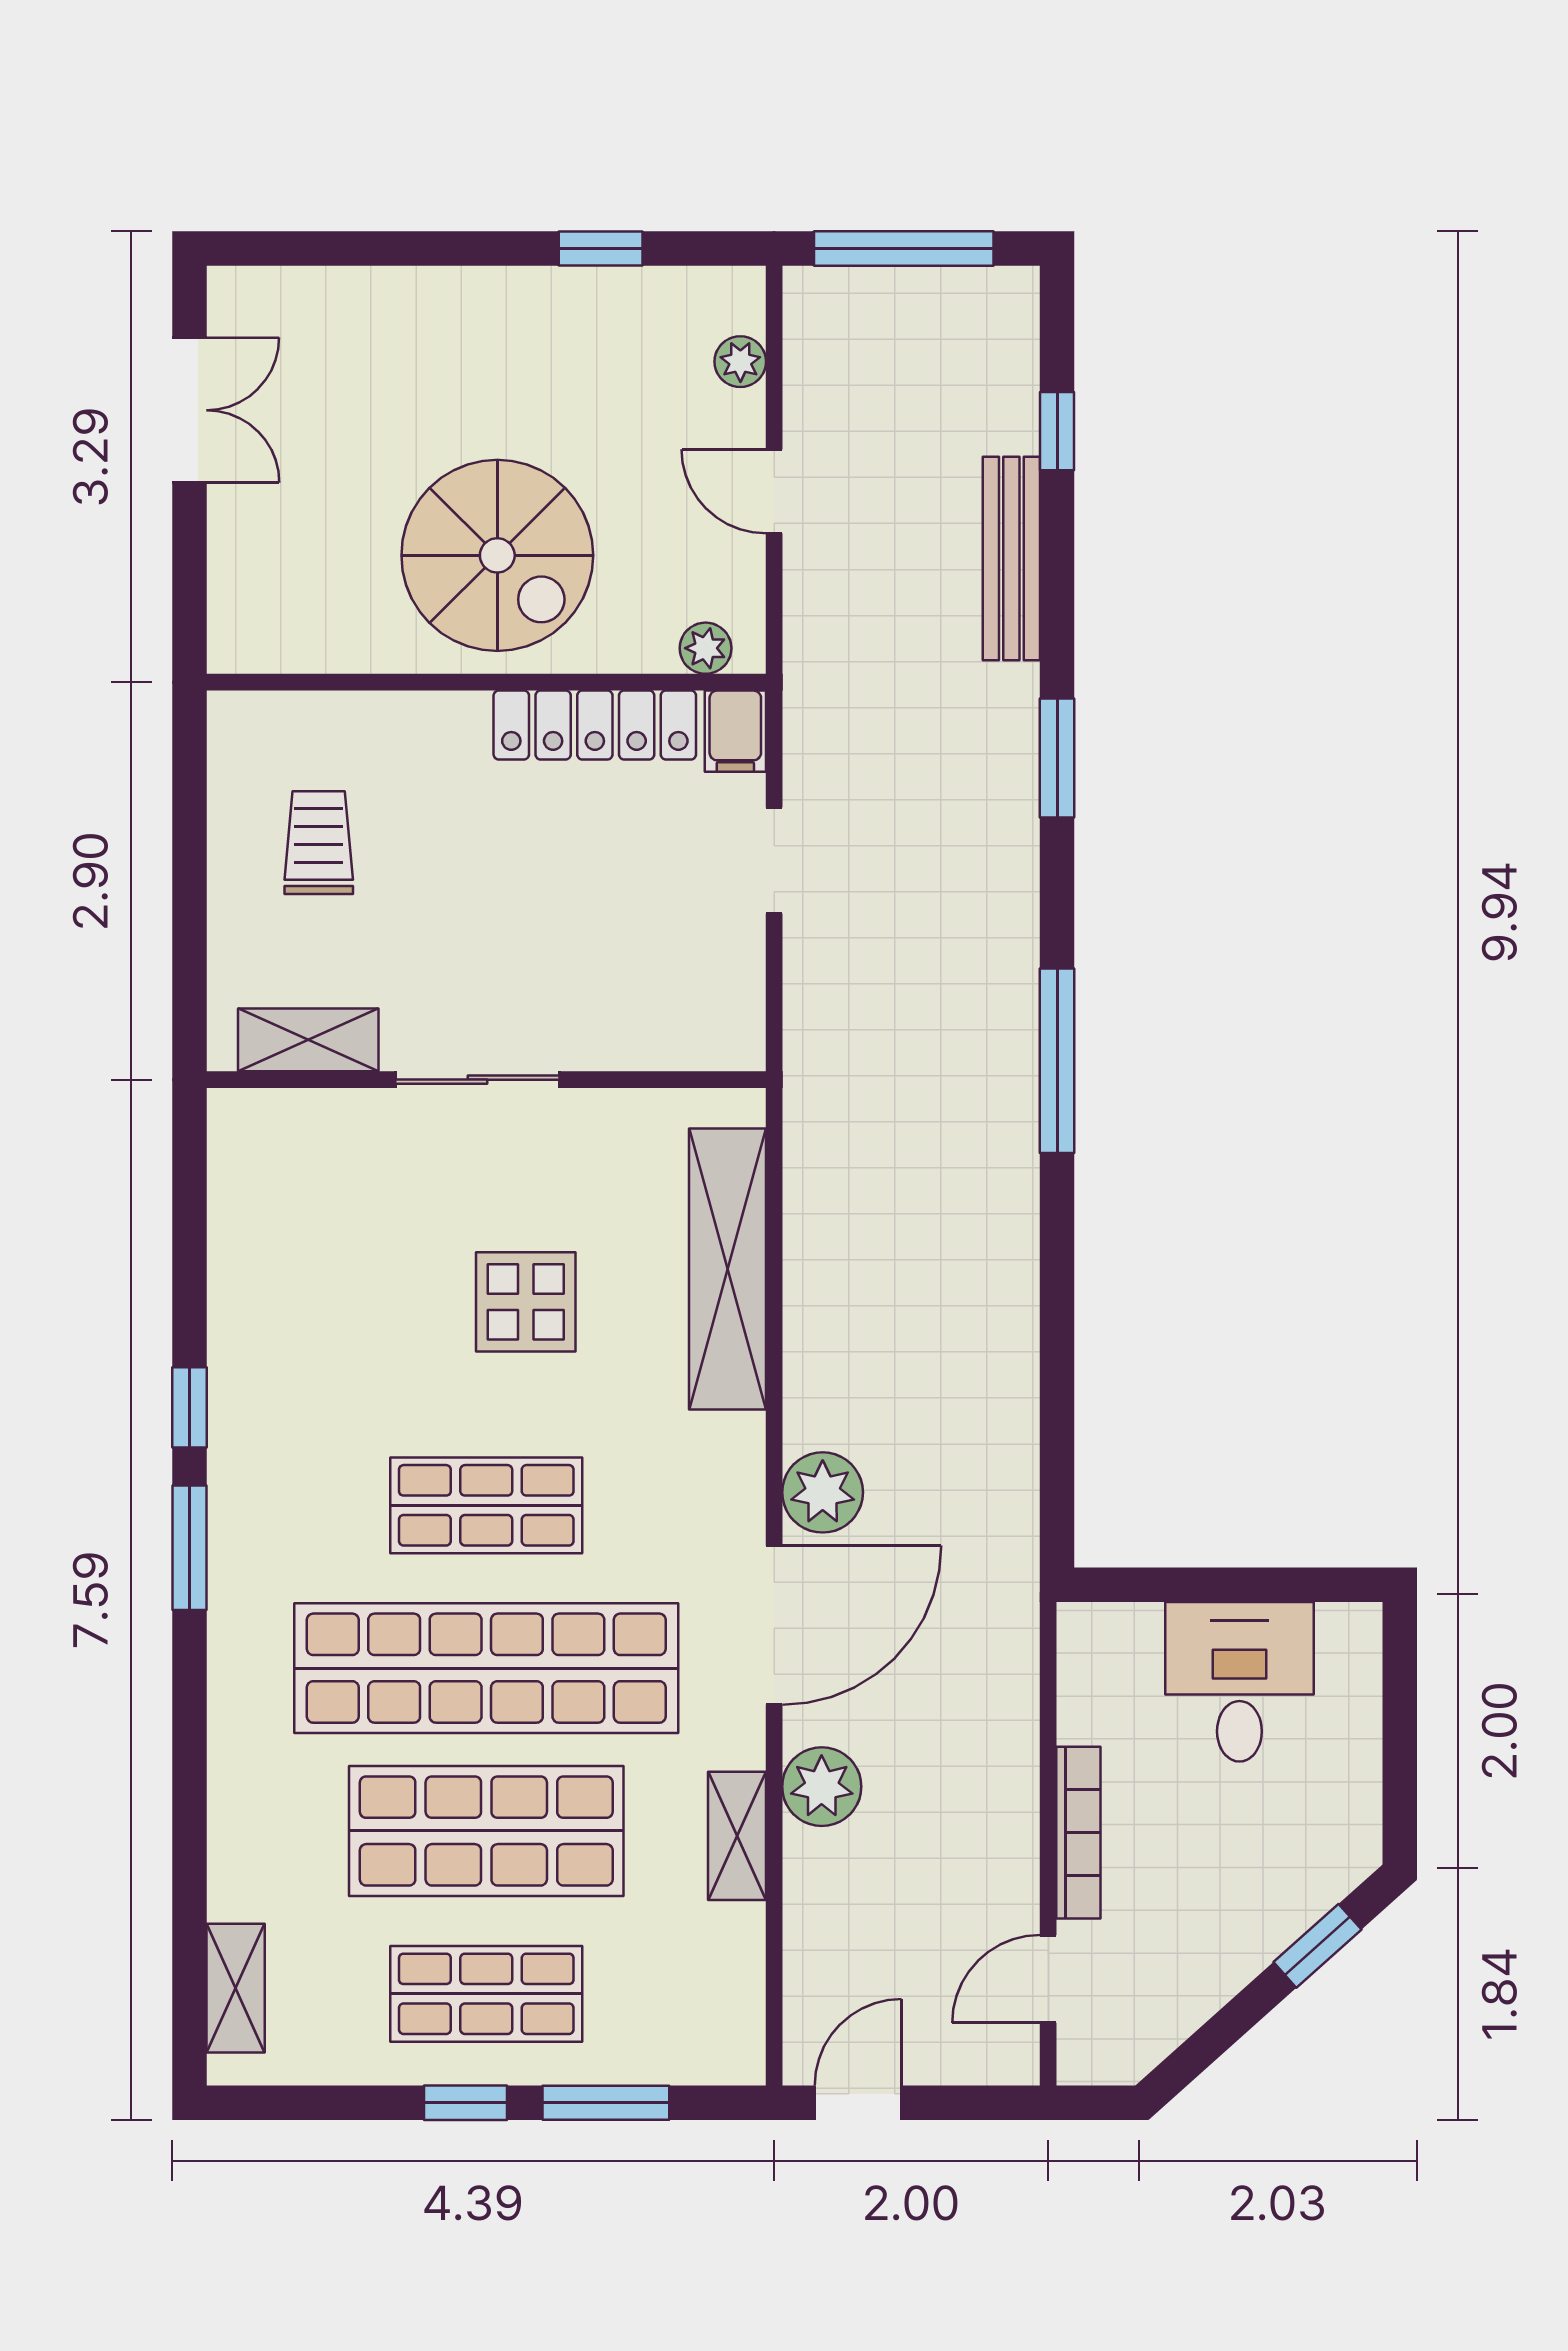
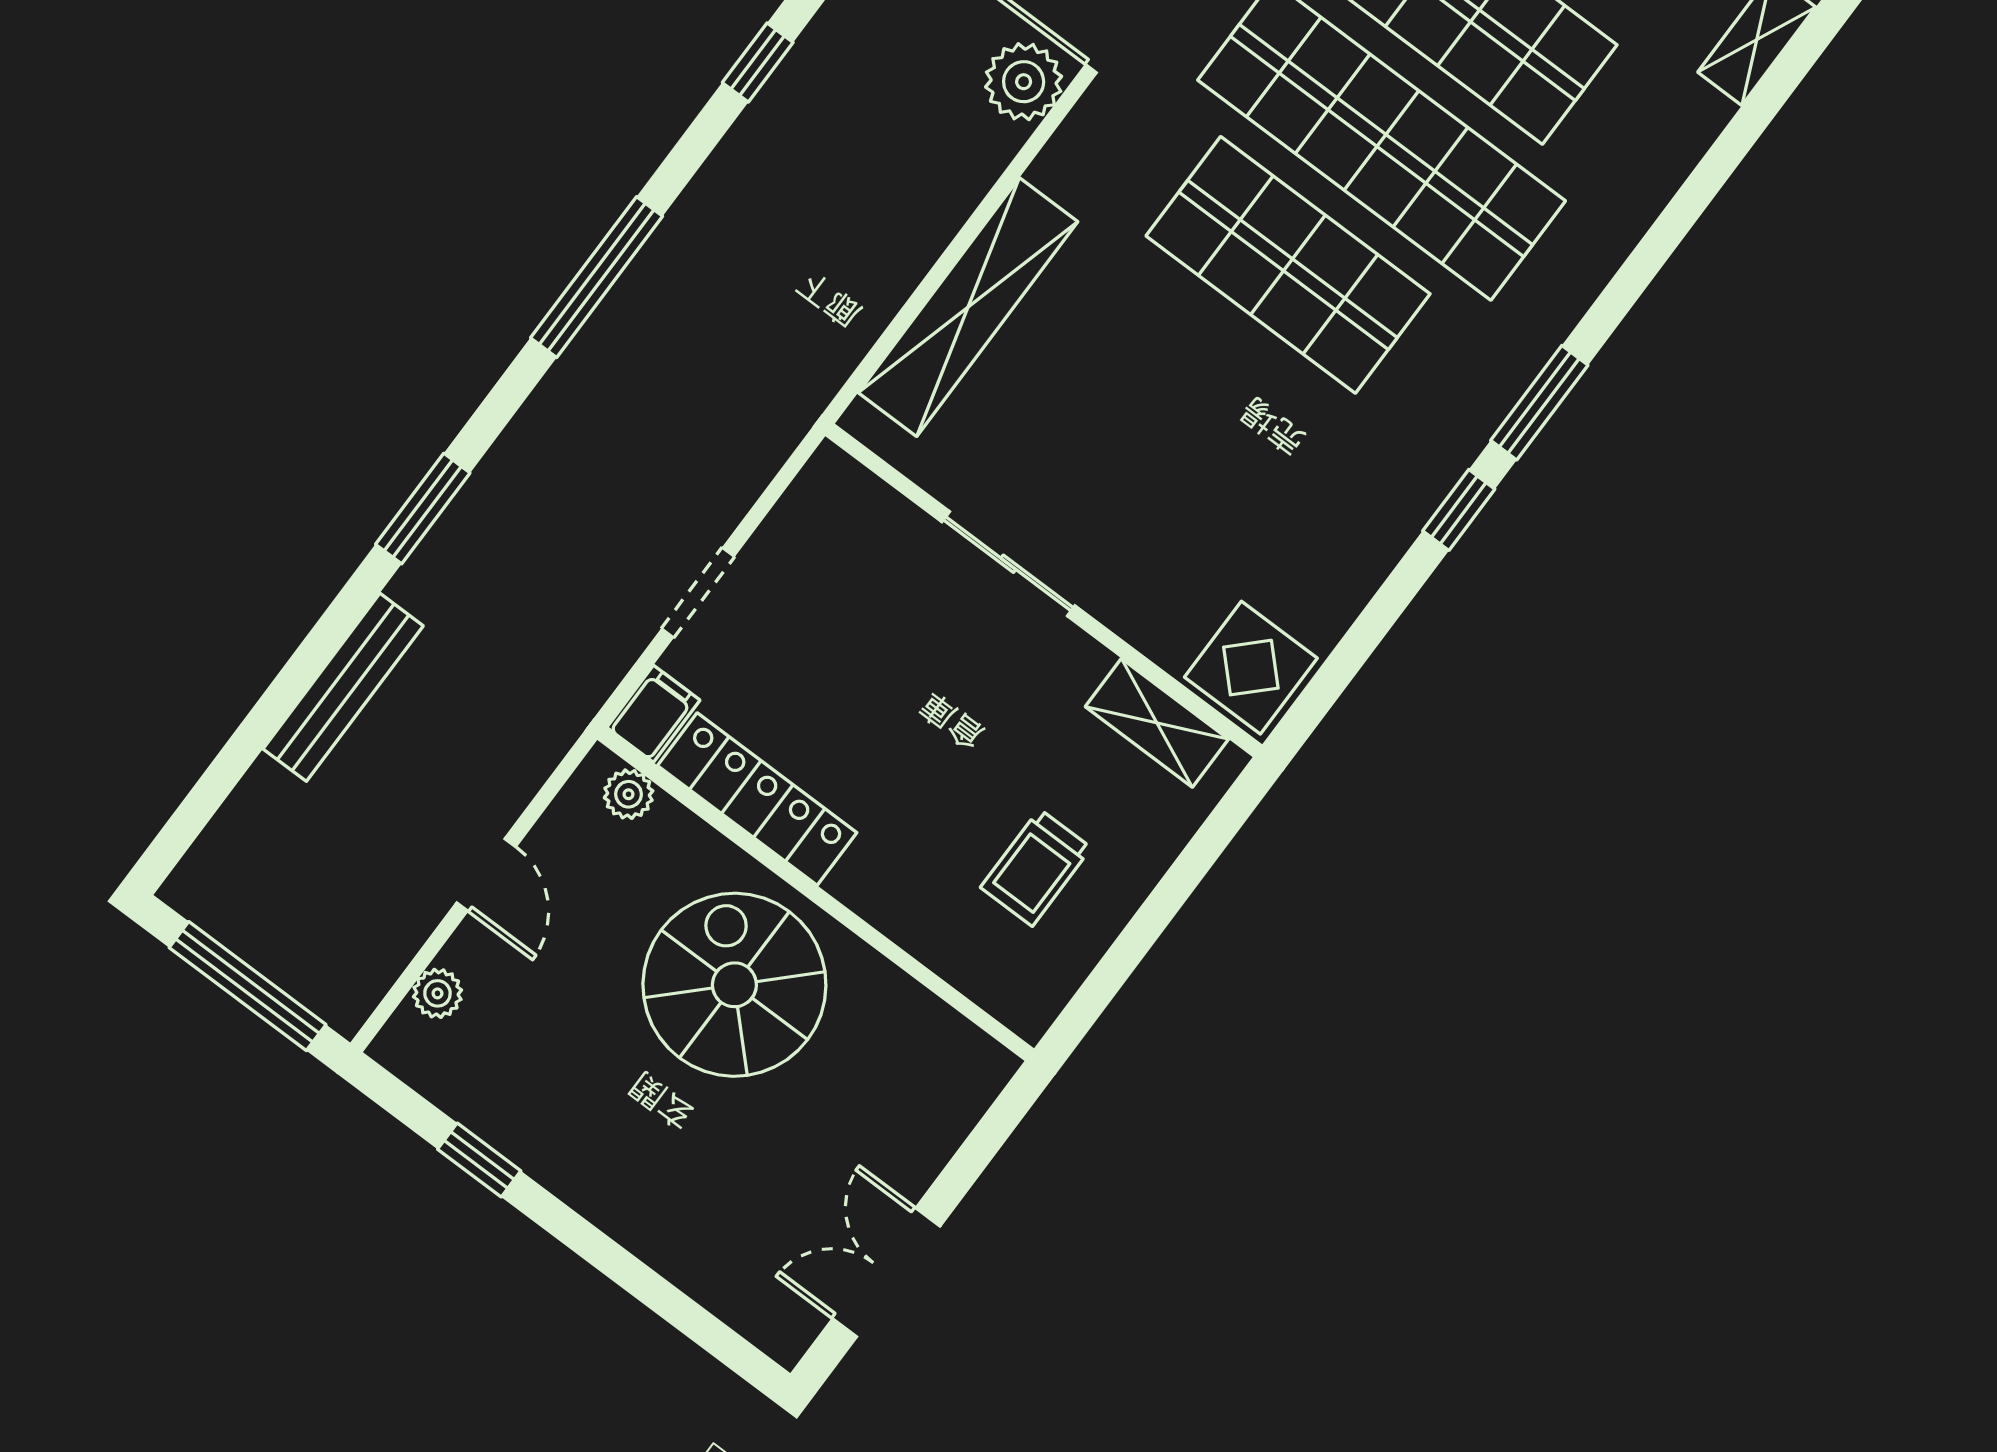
window: (1057, 431) -> (758, 63), moved
sliding door: (477, 1080) -> (1008, 564), moved
display table: (526, 1302) -> (1251, 668), moved
shop shelf: (486, 1505) -> (1288, 265), width x1.43, depth x1.36

